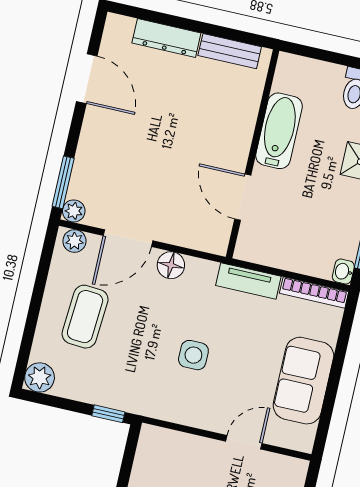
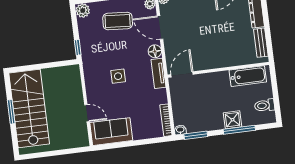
bathtub: (279, 131) -> (248, 76), moved
door: (243, 197) -> (182, 74), moved
tv unit: (248, 281) -> (159, 73), moved
sofa: (303, 381) -> (111, 132), moved

